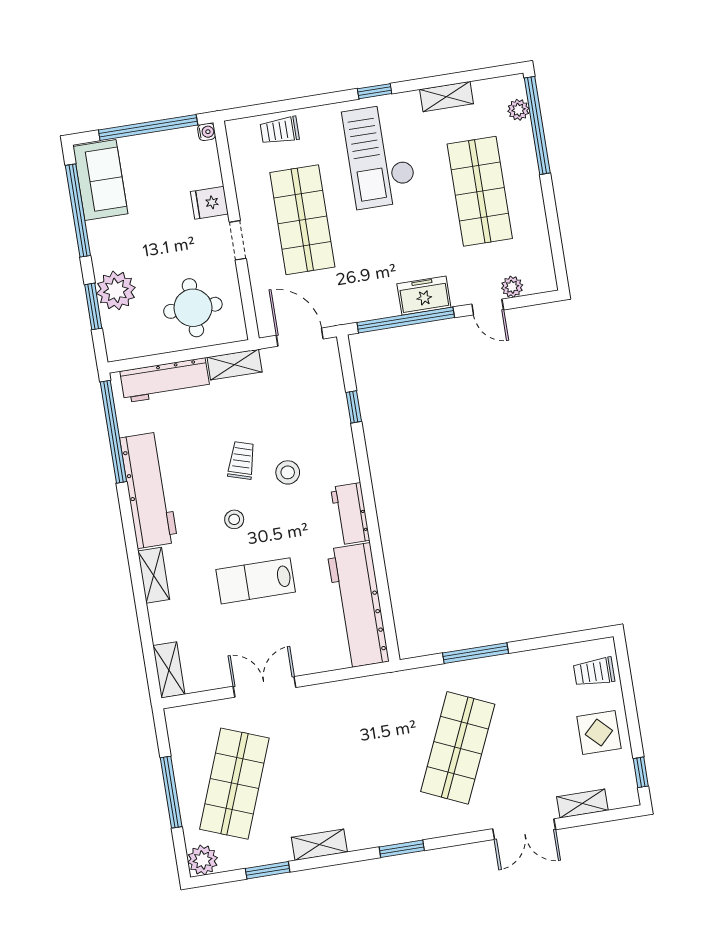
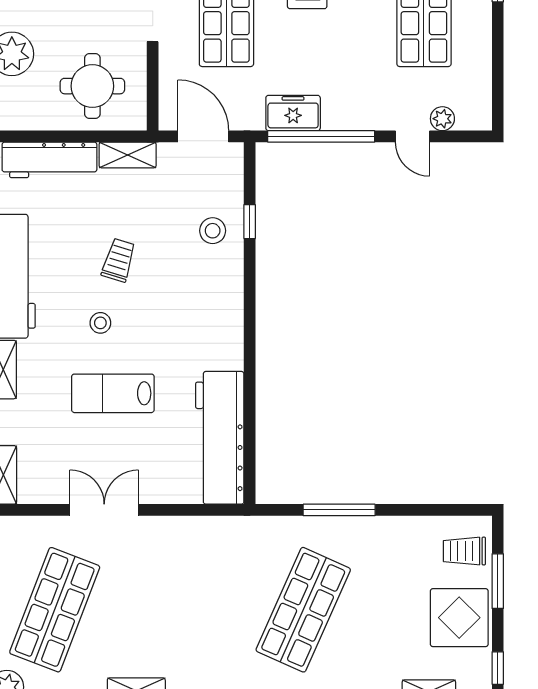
freezer: (424, 296) -> (293, 113), moved
stool: (288, 472) -> (213, 231), moved
workbench: (350, 514) -> (227, 337), removed
window: (628, 694) -> (498, 581), added
display table: (599, 733) -> (459, 618), width x1.36, depth x1.36

